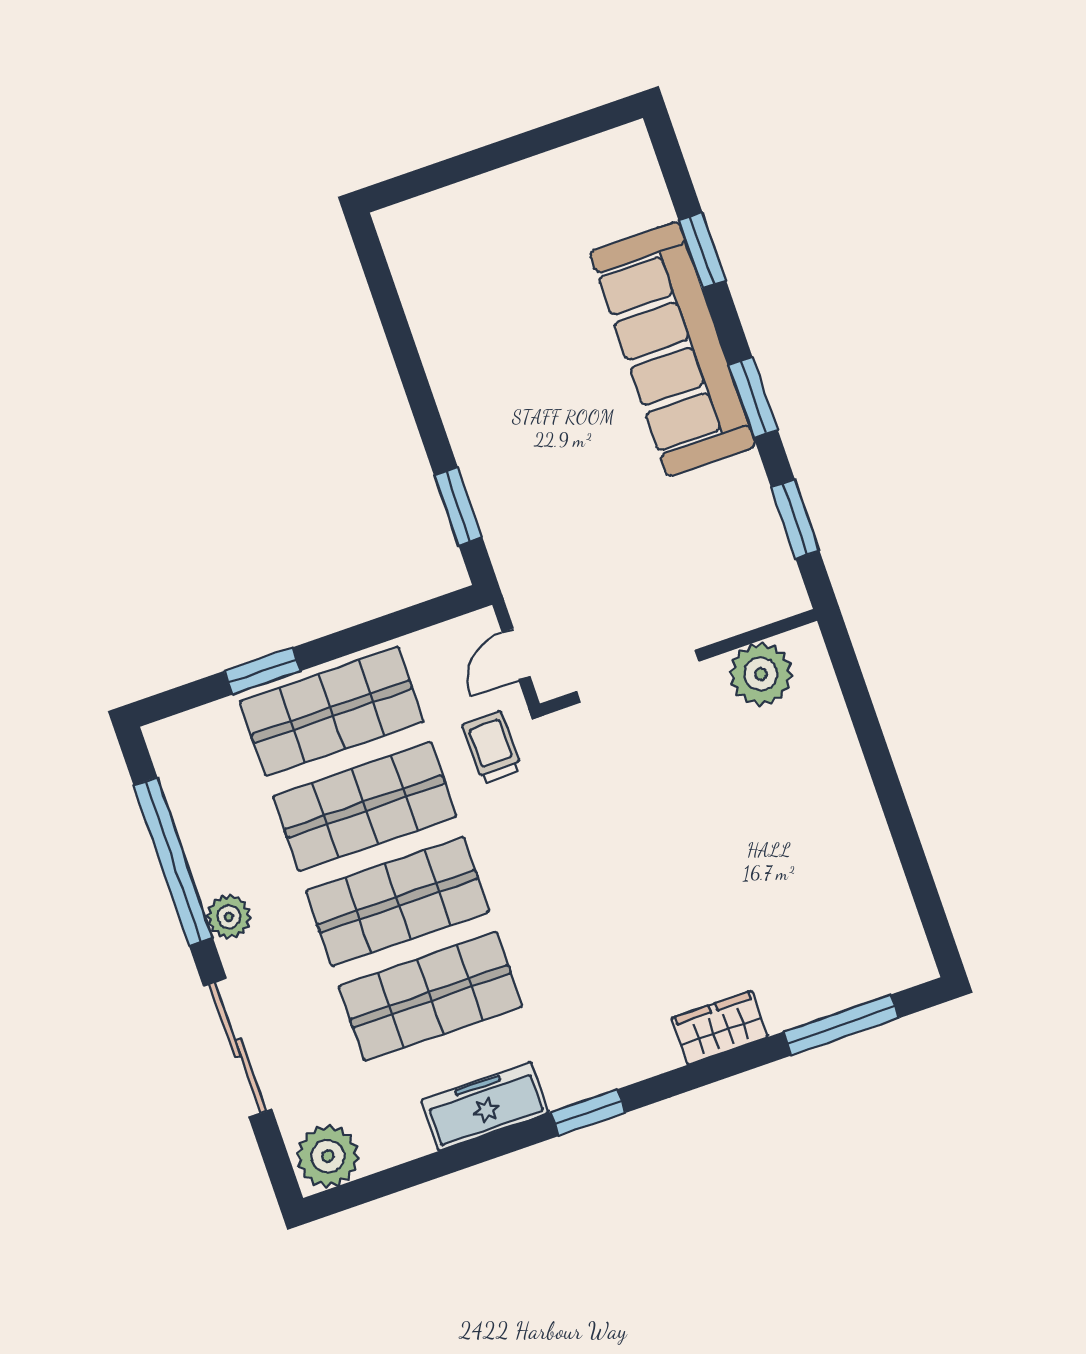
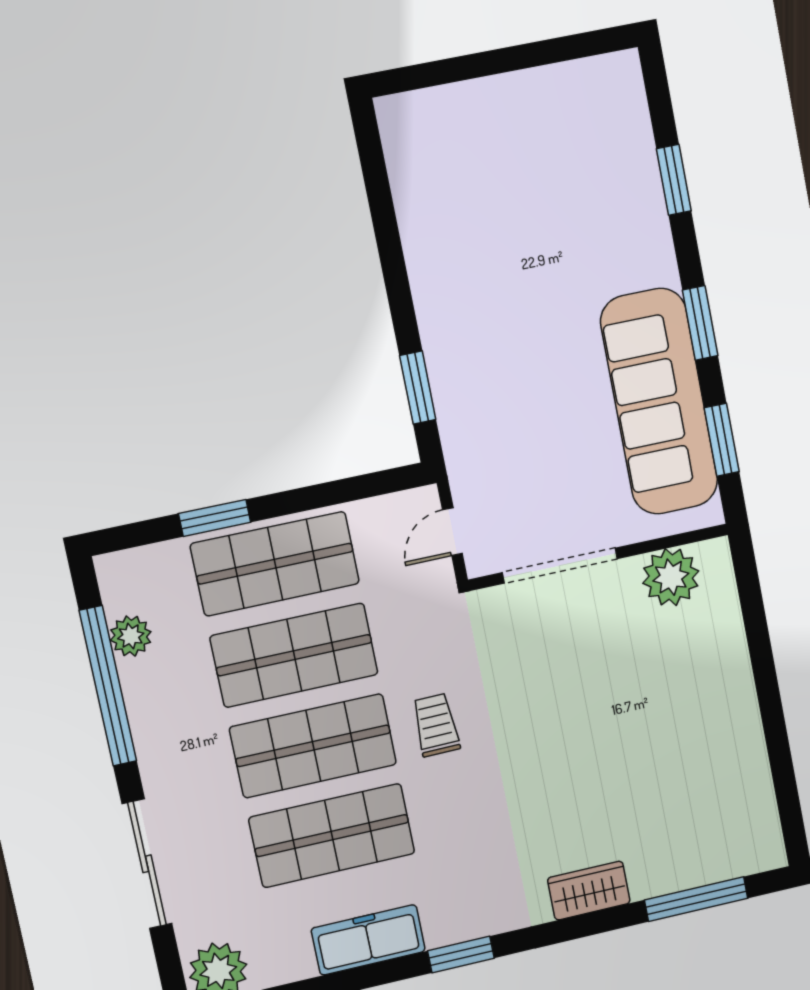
sofa: (673, 349) -> (659, 402), moved
trolley: (492, 747) -> (436, 725), moved
plant: (229, 917) -> (131, 636), moved

